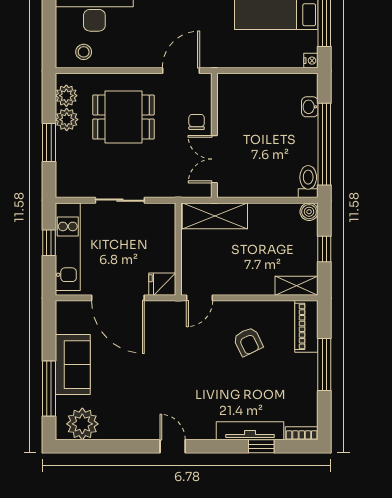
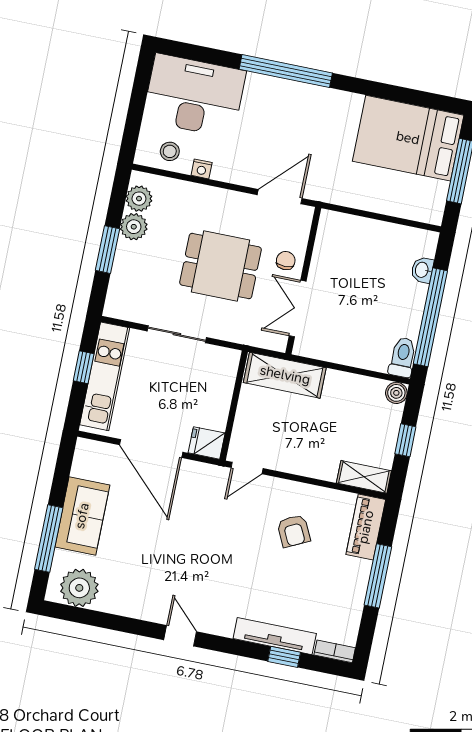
nightstand: (311, 61) -> (202, 169), moved, turned 90
dining table: (123, 117) -> (220, 266), moved

